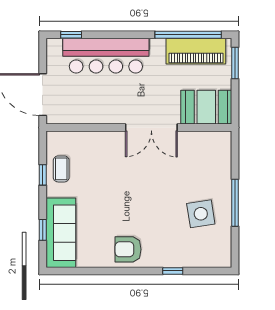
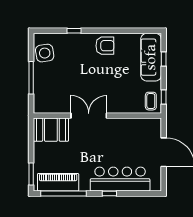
window: (71, 35) -> (109, 193), moved
booth: (206, 107) -> (51, 130), moved
wall: (139, 128) -> (97, 116), moved
double door: (151, 128) -> (89, 116), moved
side table: (201, 214) -> (45, 53), moved

